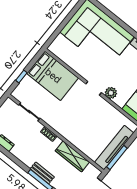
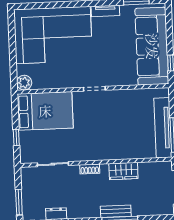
plant: (111, 93) -> (24, 83), moved
wardrobe: (72, 156) -> (123, 171), width x0.67

